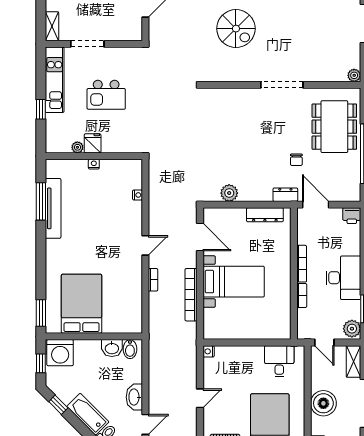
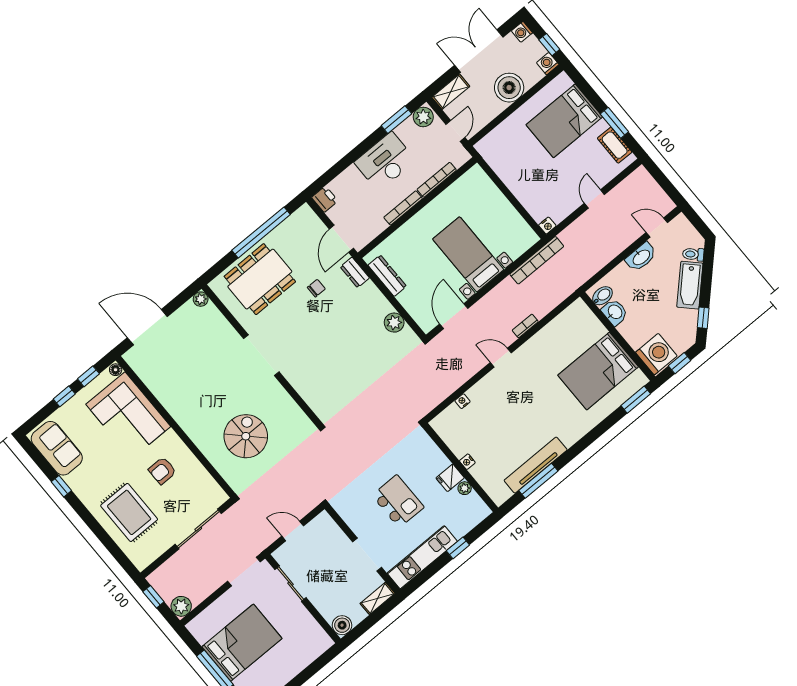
bookcase: (191, 295) -> (537, 260), moved
bookcase: (302, 295) -> (437, 180), width x1.56
desk: (279, 361) -> (505, 157), removed
door: (200, 398) -> (594, 199), hinge flipped

